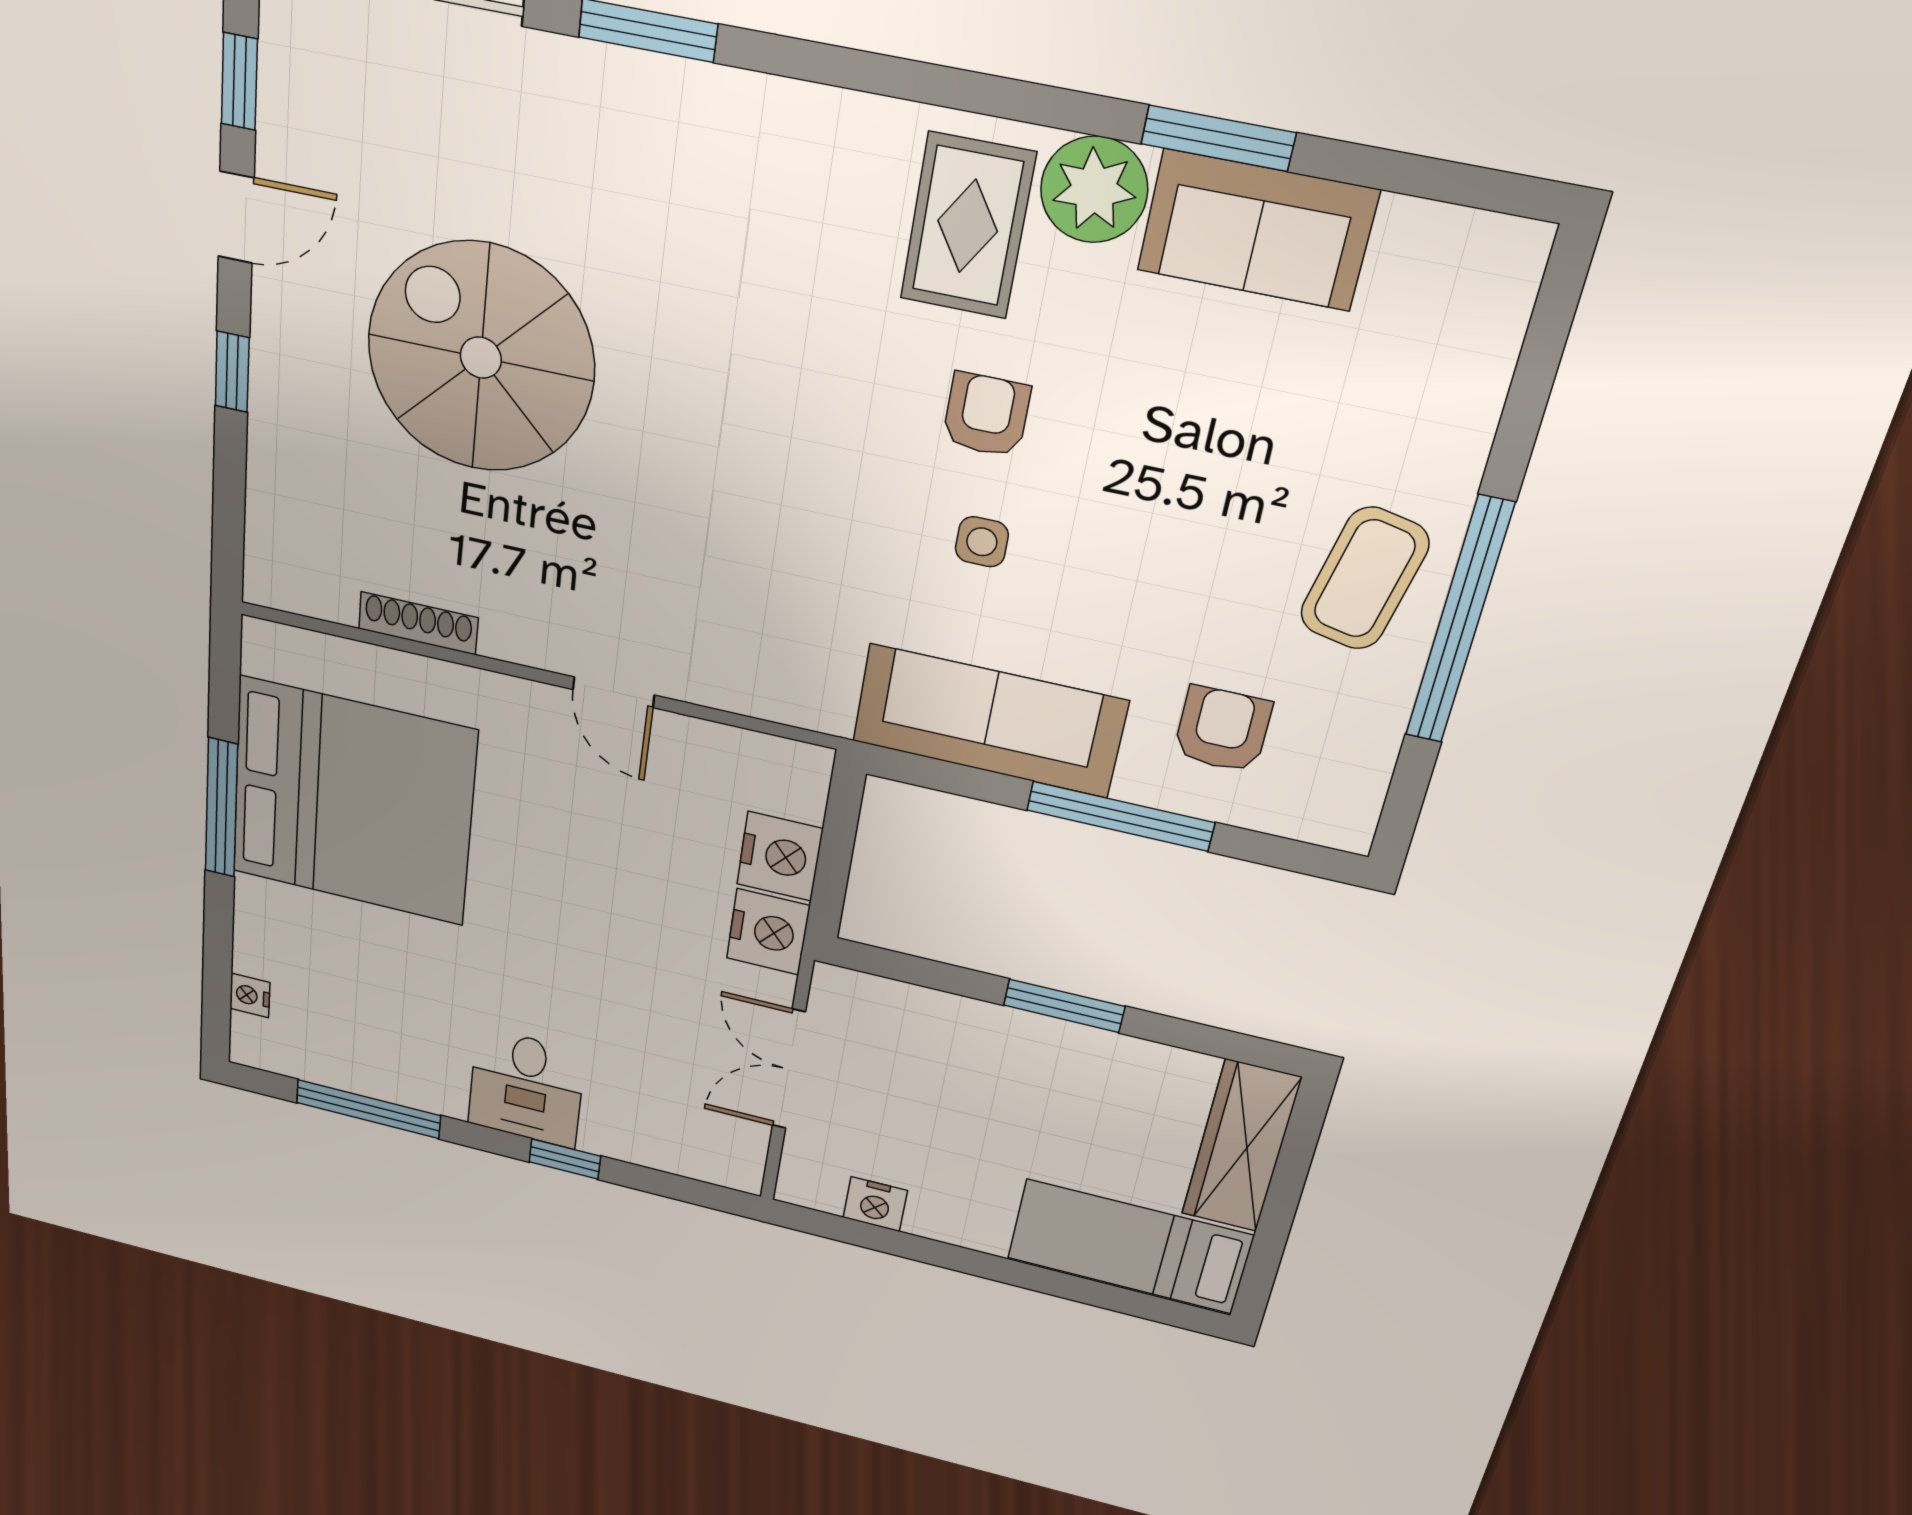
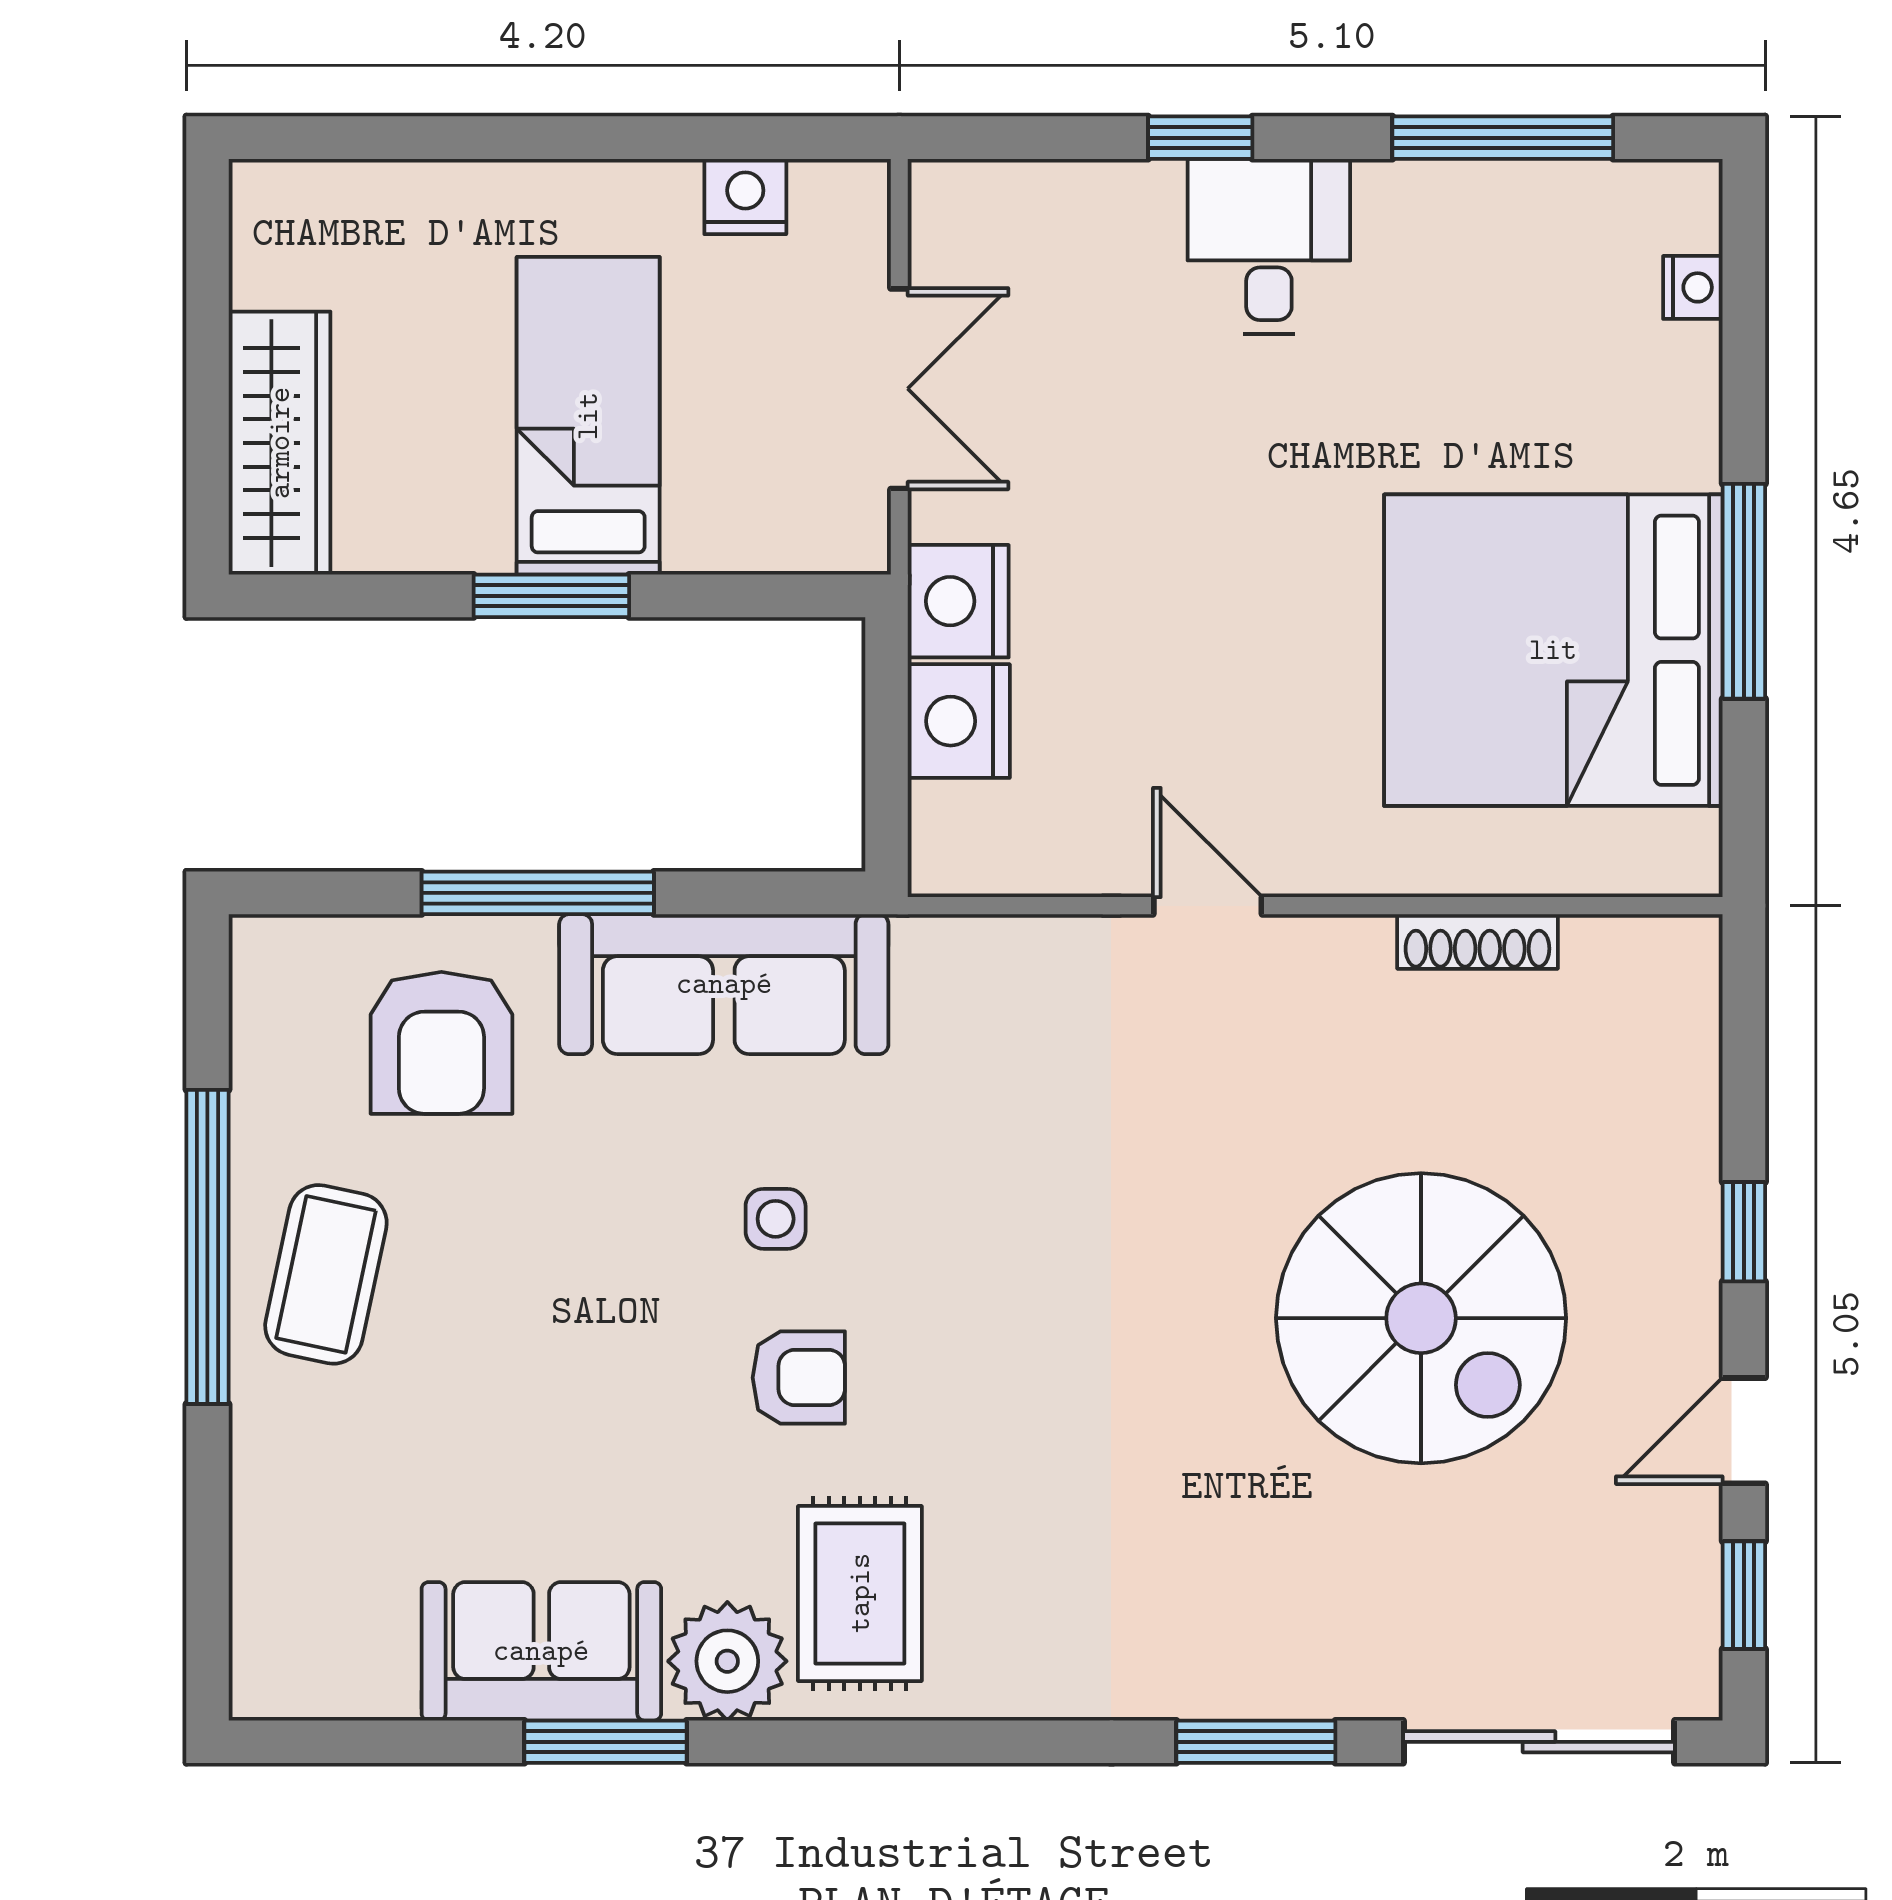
armchair: (986, 415) -> (799, 1378), turned -90
armchair: (1222, 729) -> (441, 1043), width x1.38, depth x1.38
bed: (1129, 1247) -> (588, 416), moved, turned -90

